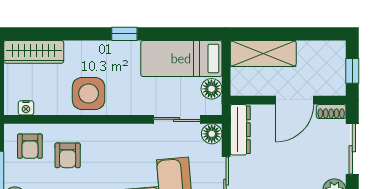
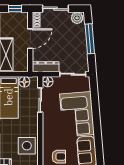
door: (295, 100) -> (30, 39), hinge flipped

